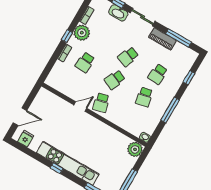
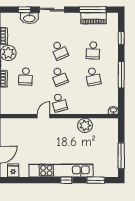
piano: (162, 39) -> (93, 18), moved
school desk: (128, 57) -> (59, 50), turned -45
school desk: (115, 80) -> (59, 77), turned -45
plant: (135, 149) -> (85, 125), moved
window: (57, 168) -> (66, 180), moved

